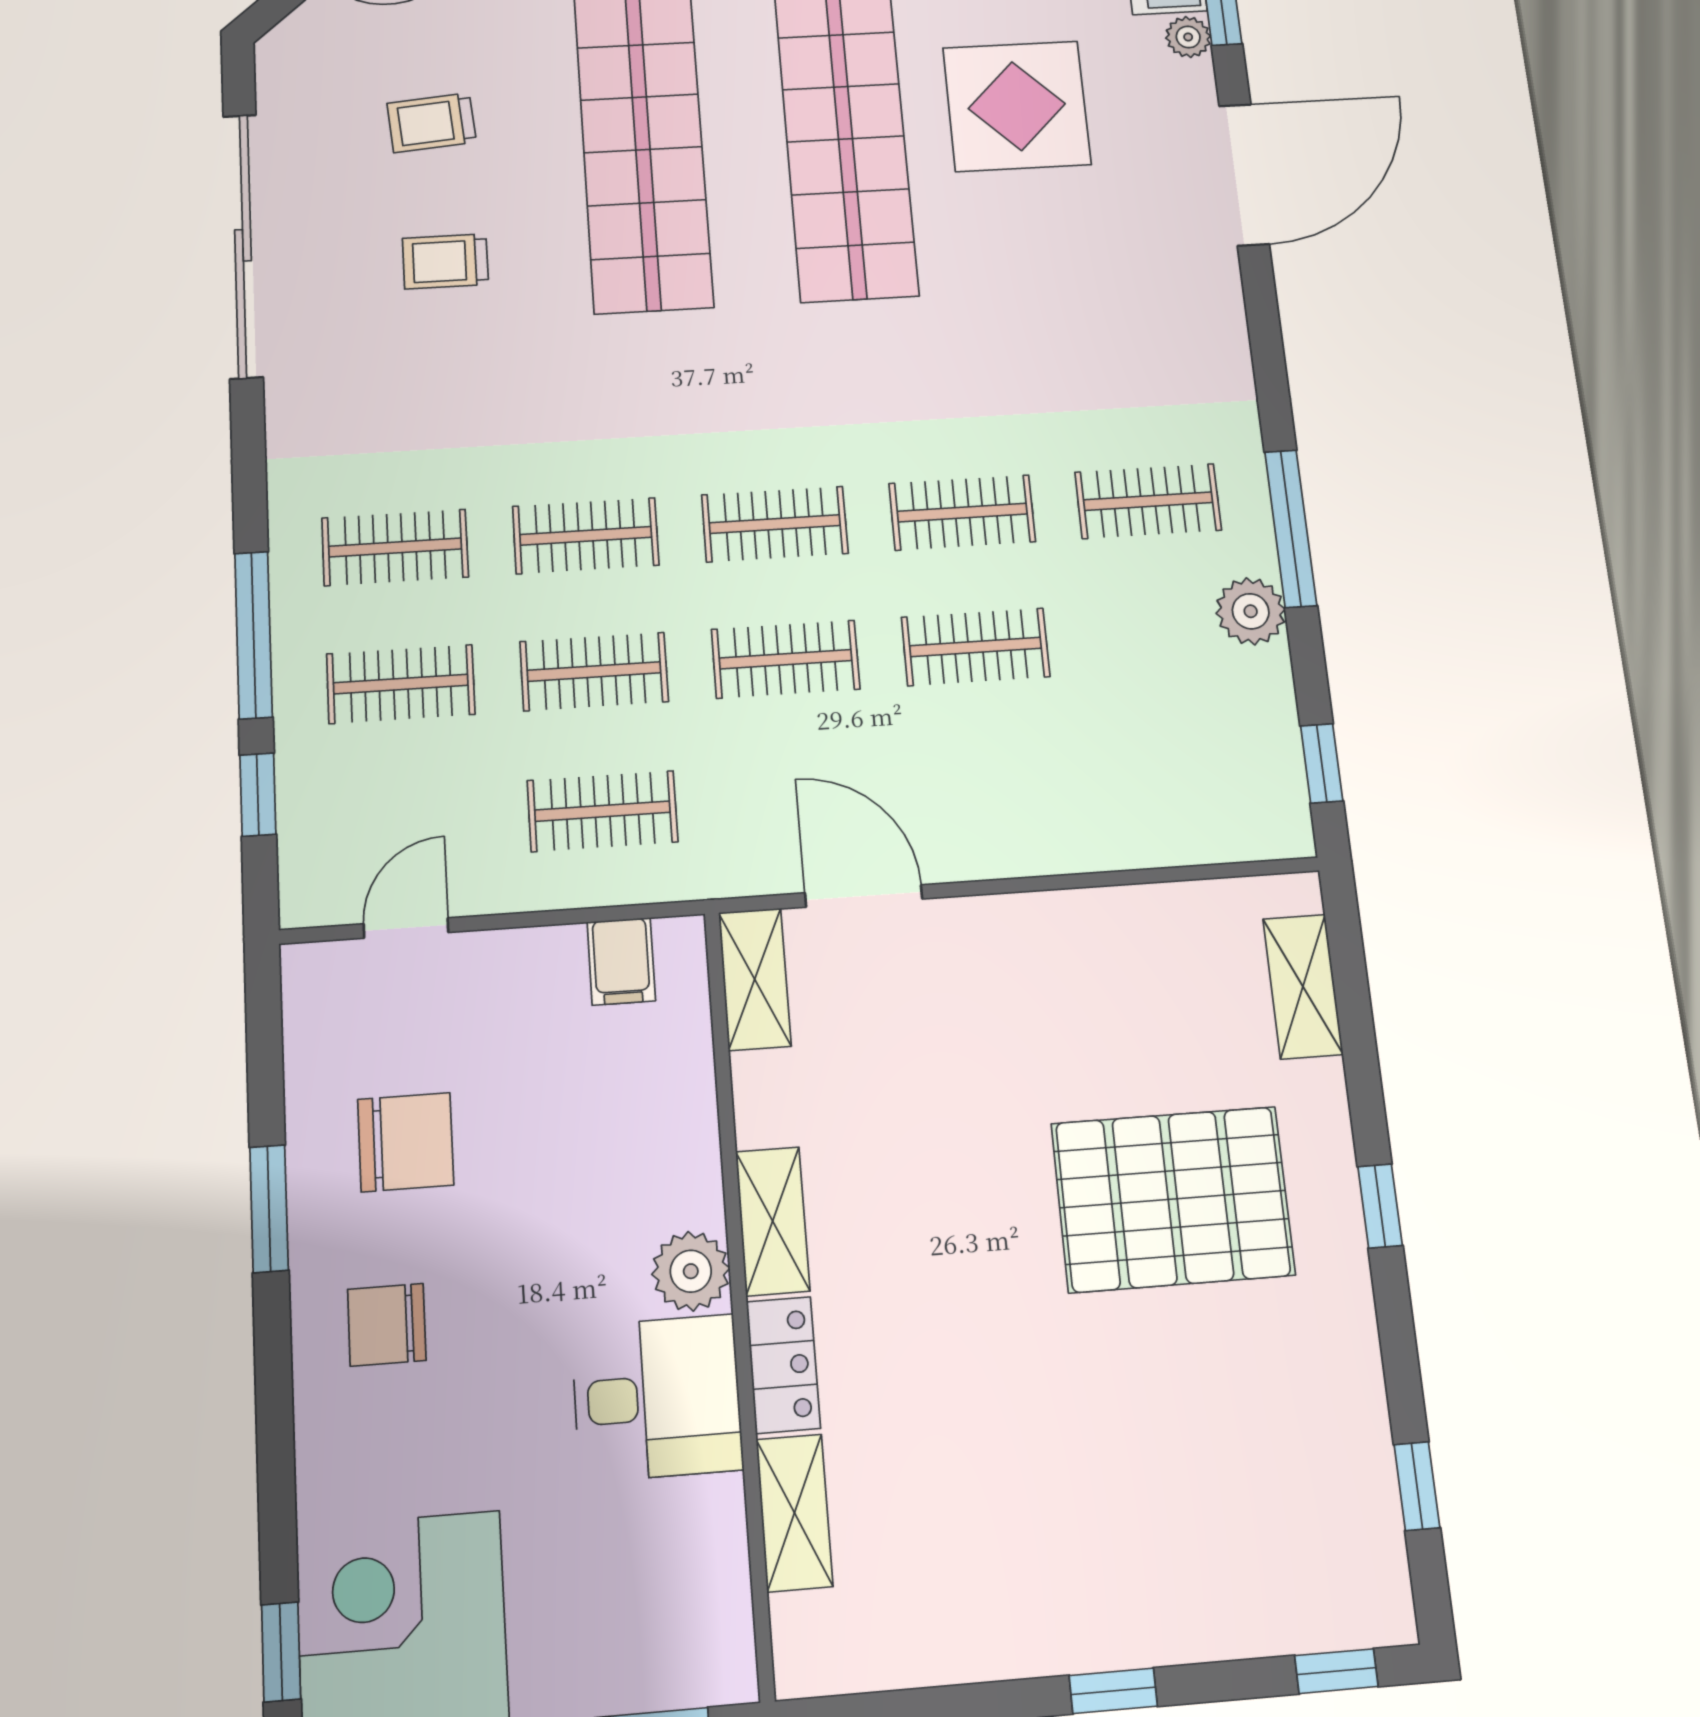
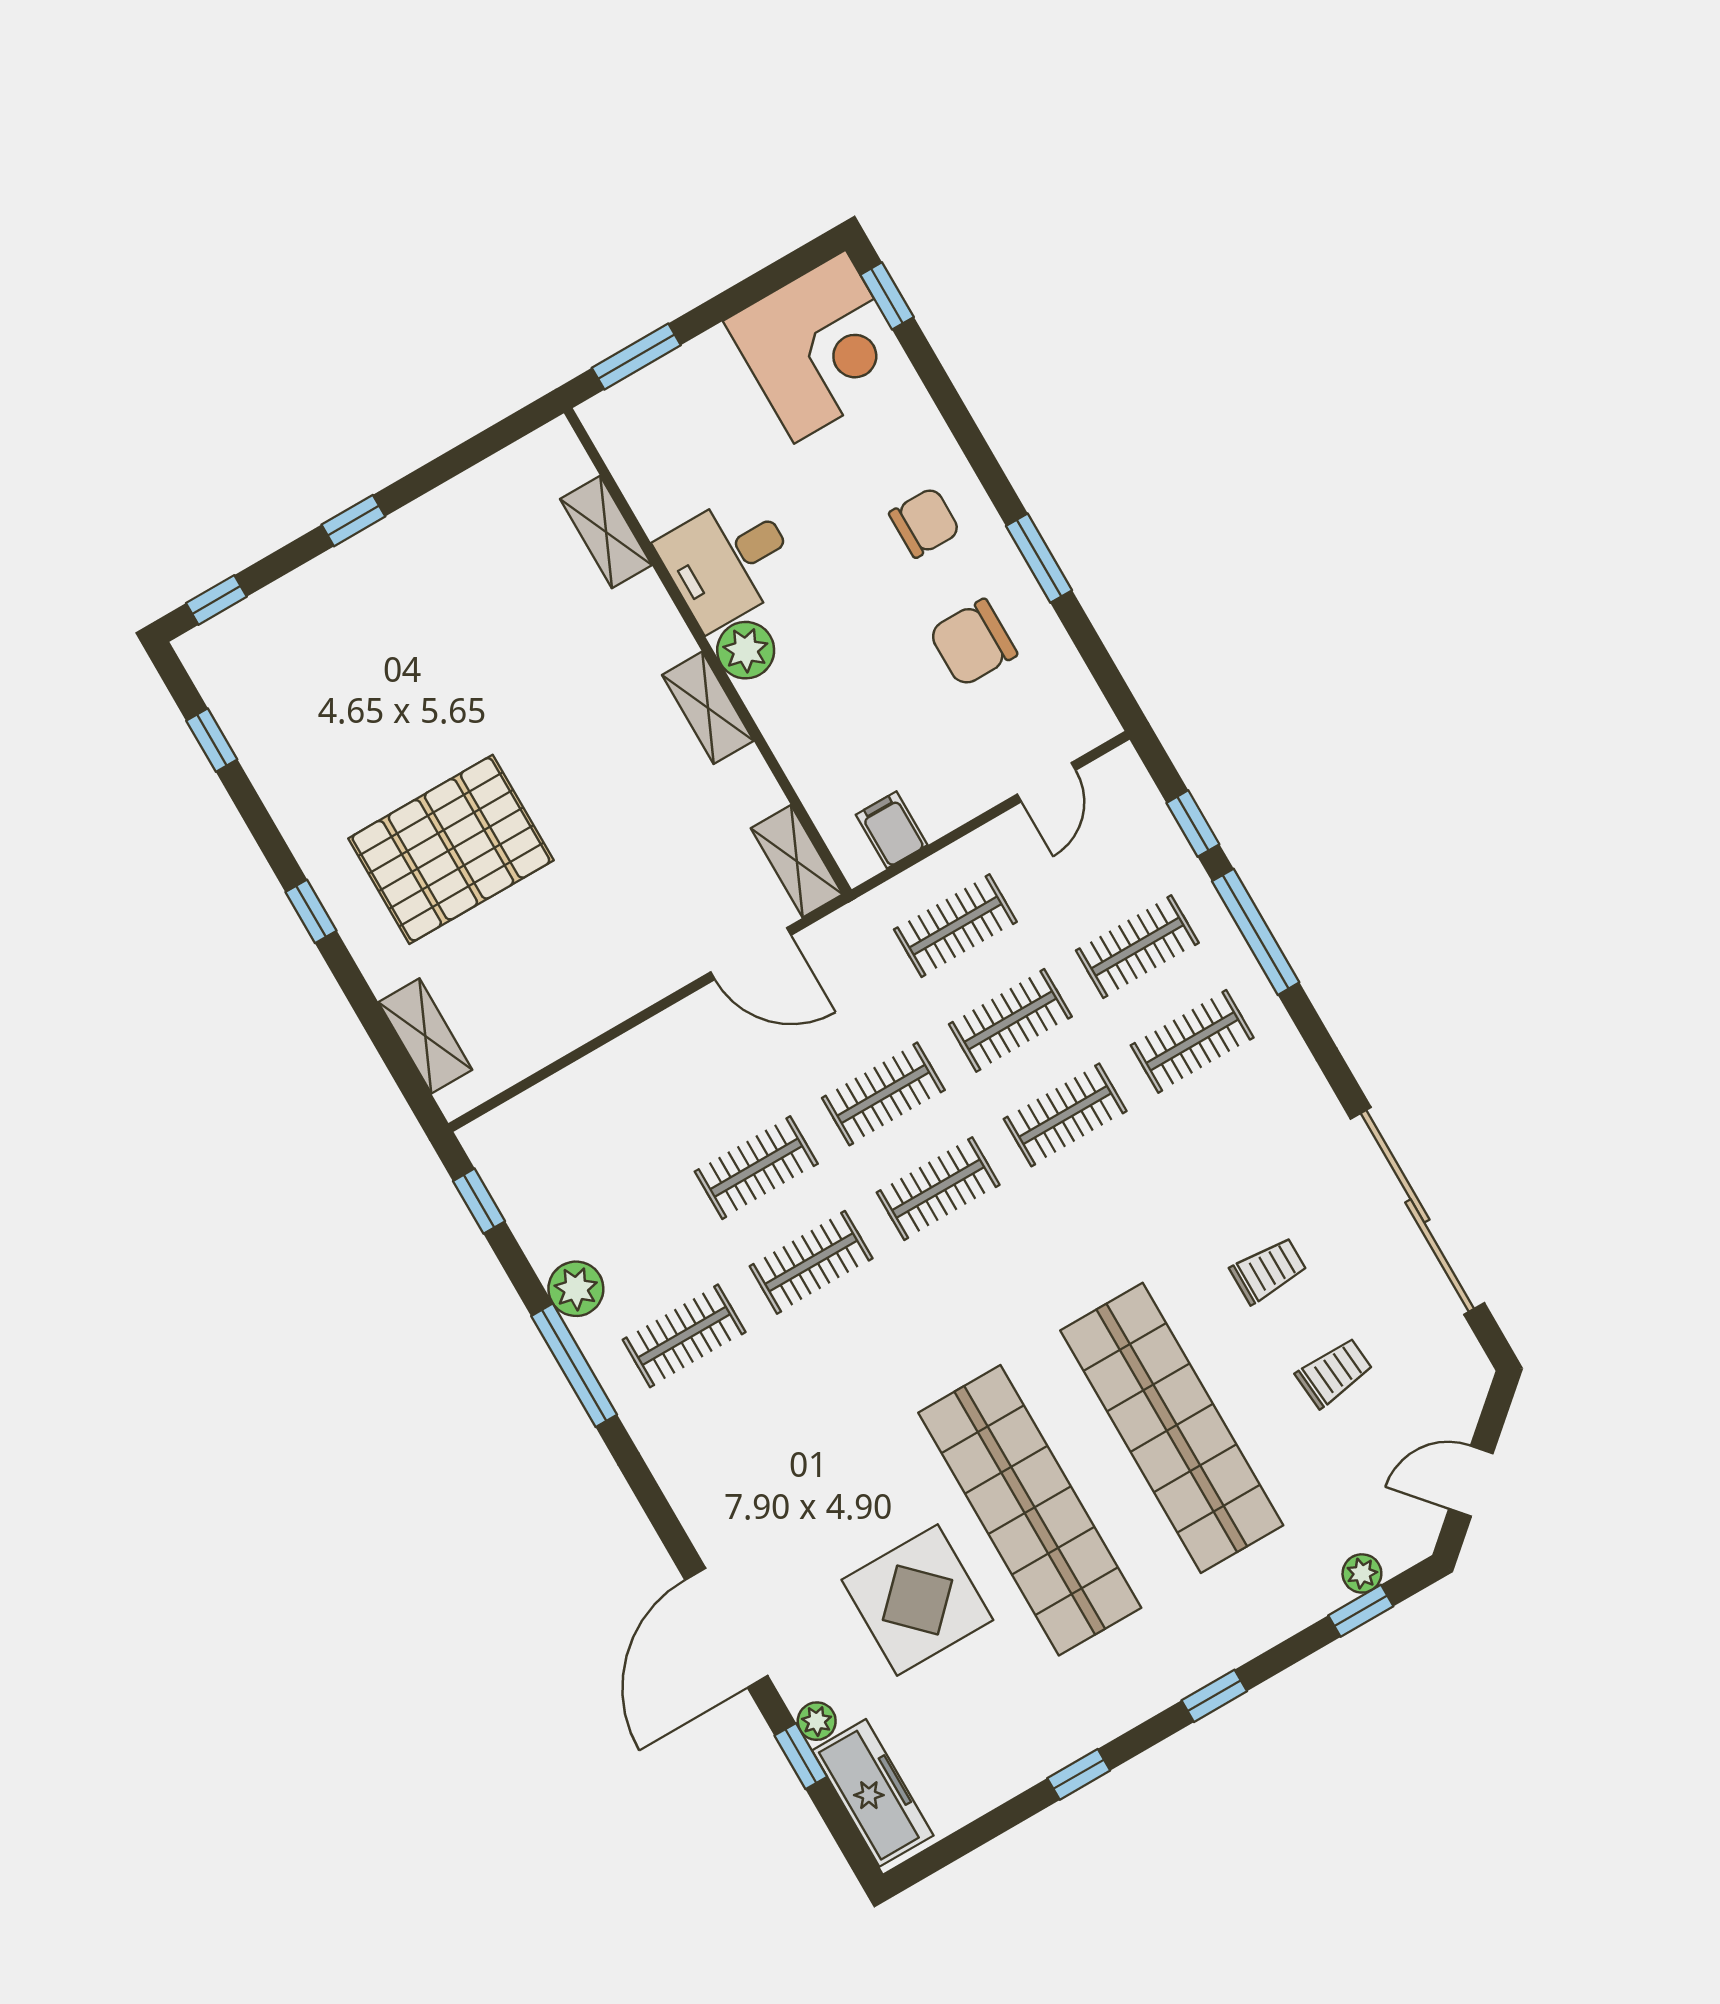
locker: (783, 1365) -> (657, 620), removed

